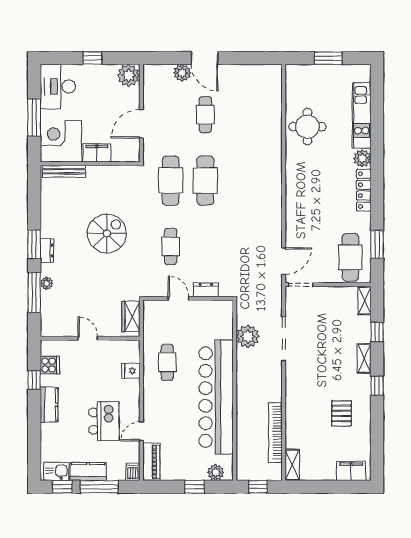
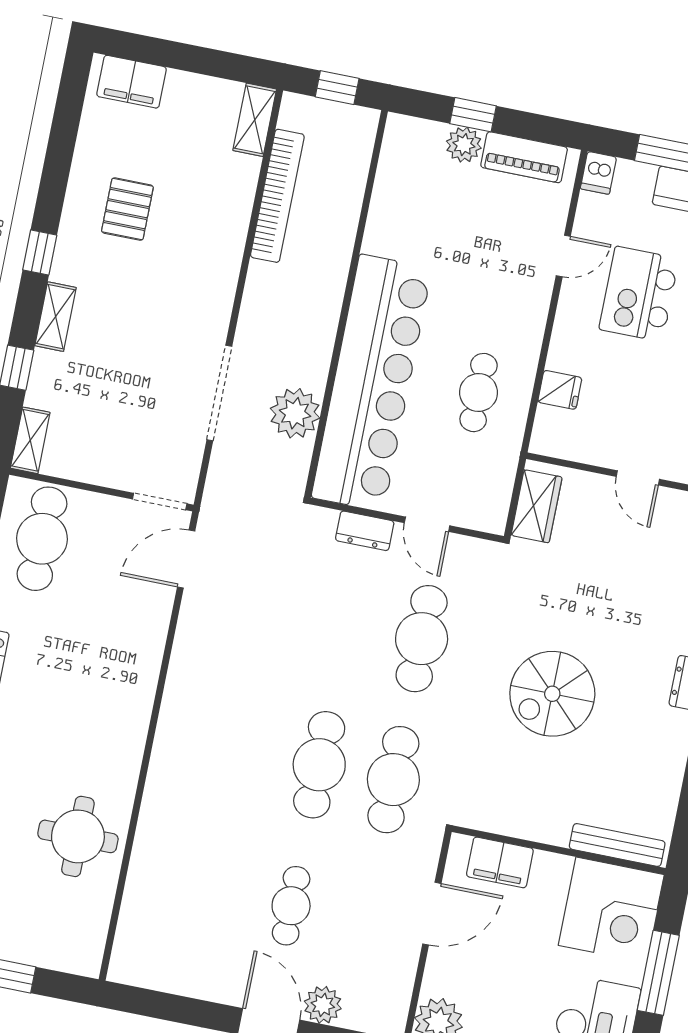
filing cabinet: (97, 153) -> (500, 862), moved
cafe table: (171, 246) -> (422, 639), width x1.37, depth x1.35
bar counter: (216, 397) -> (372, 383), moved
piano: (151, 462) -> (524, 157), moved, turned -90
plant: (216, 472) -> (464, 145), moved

